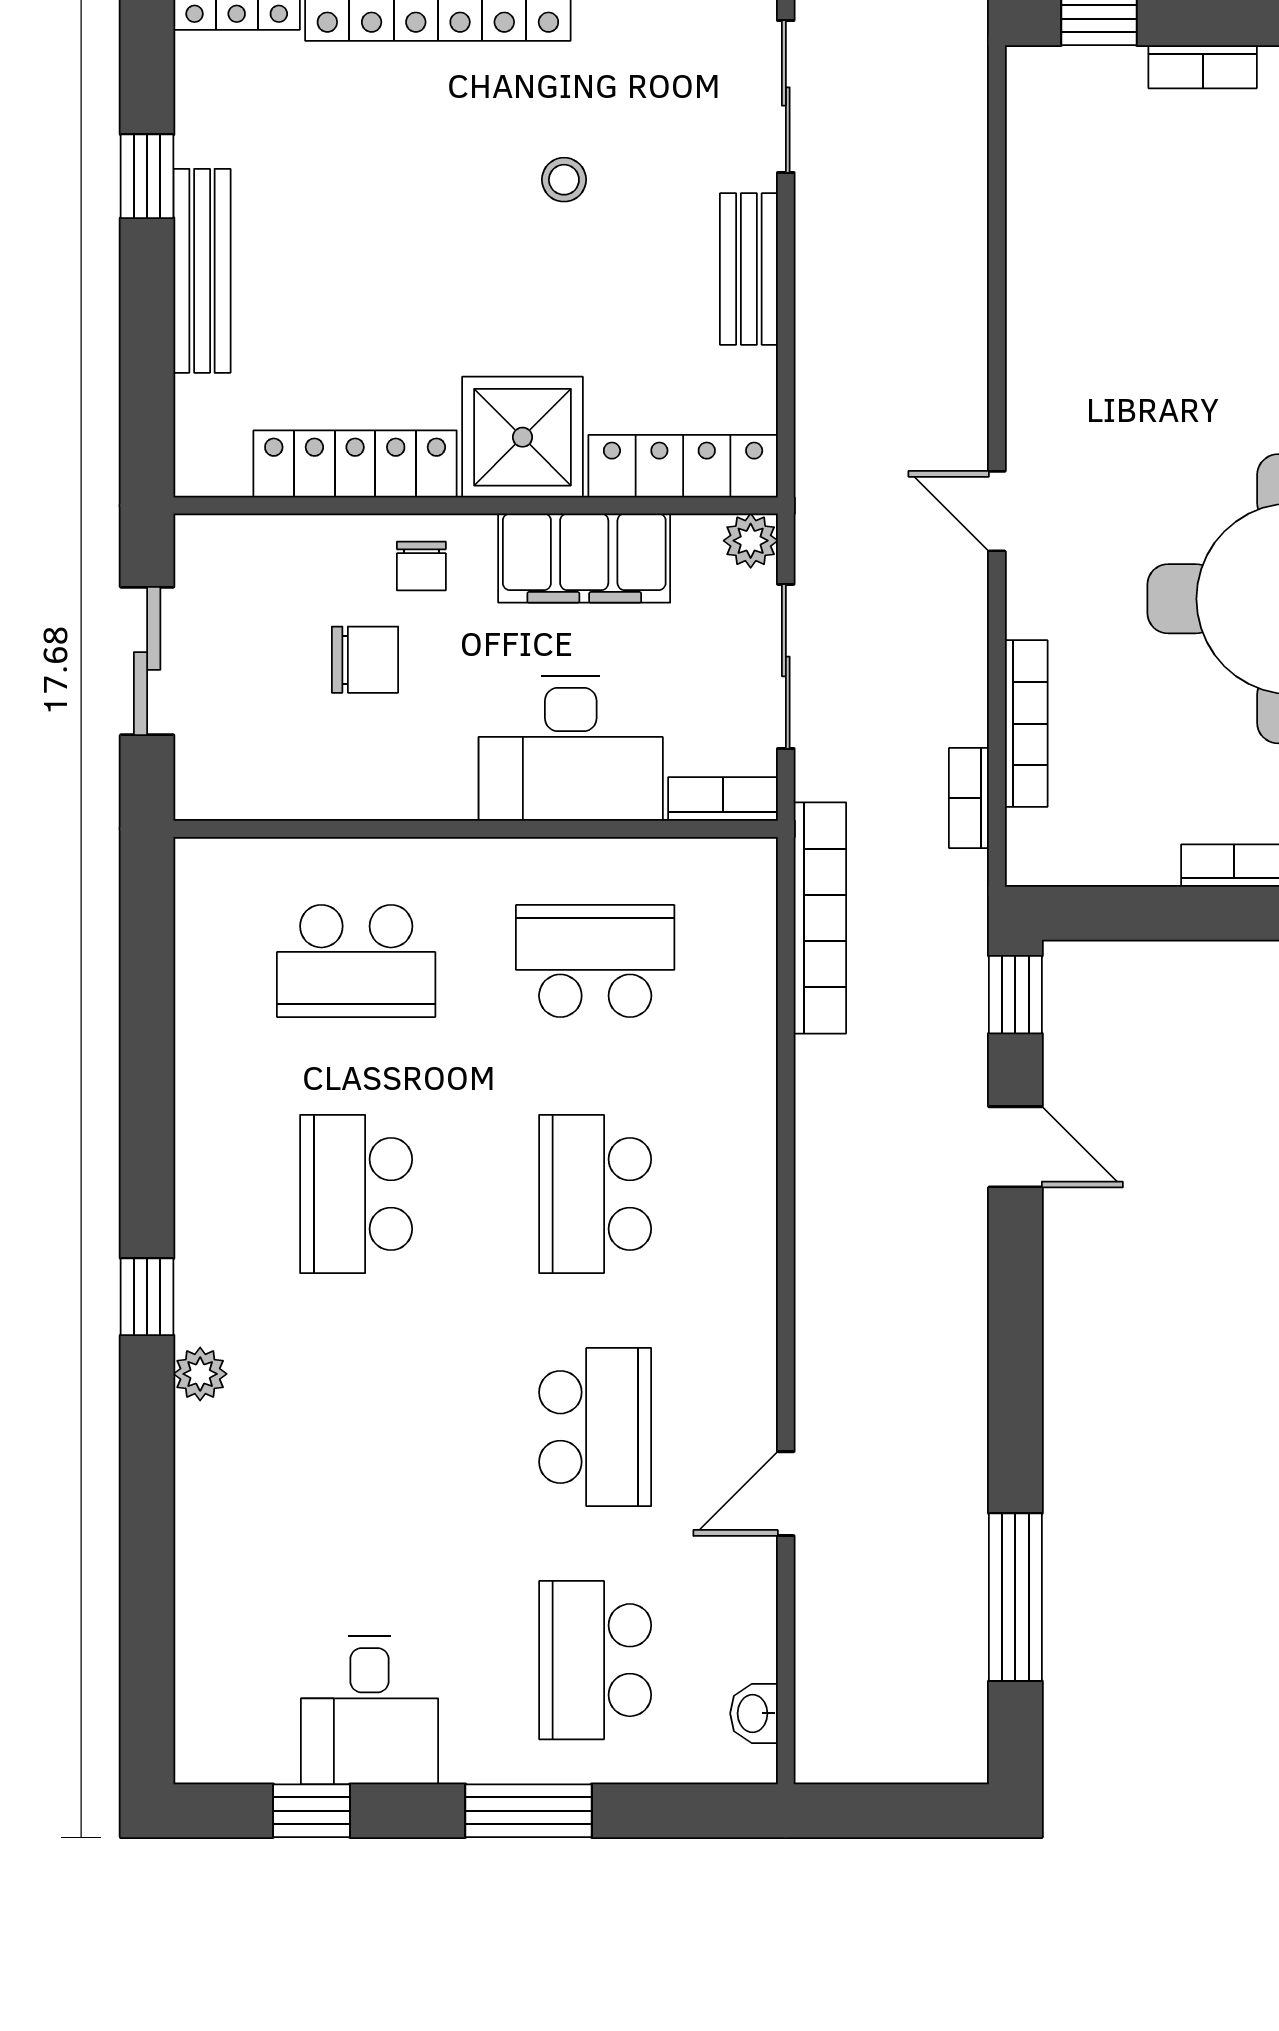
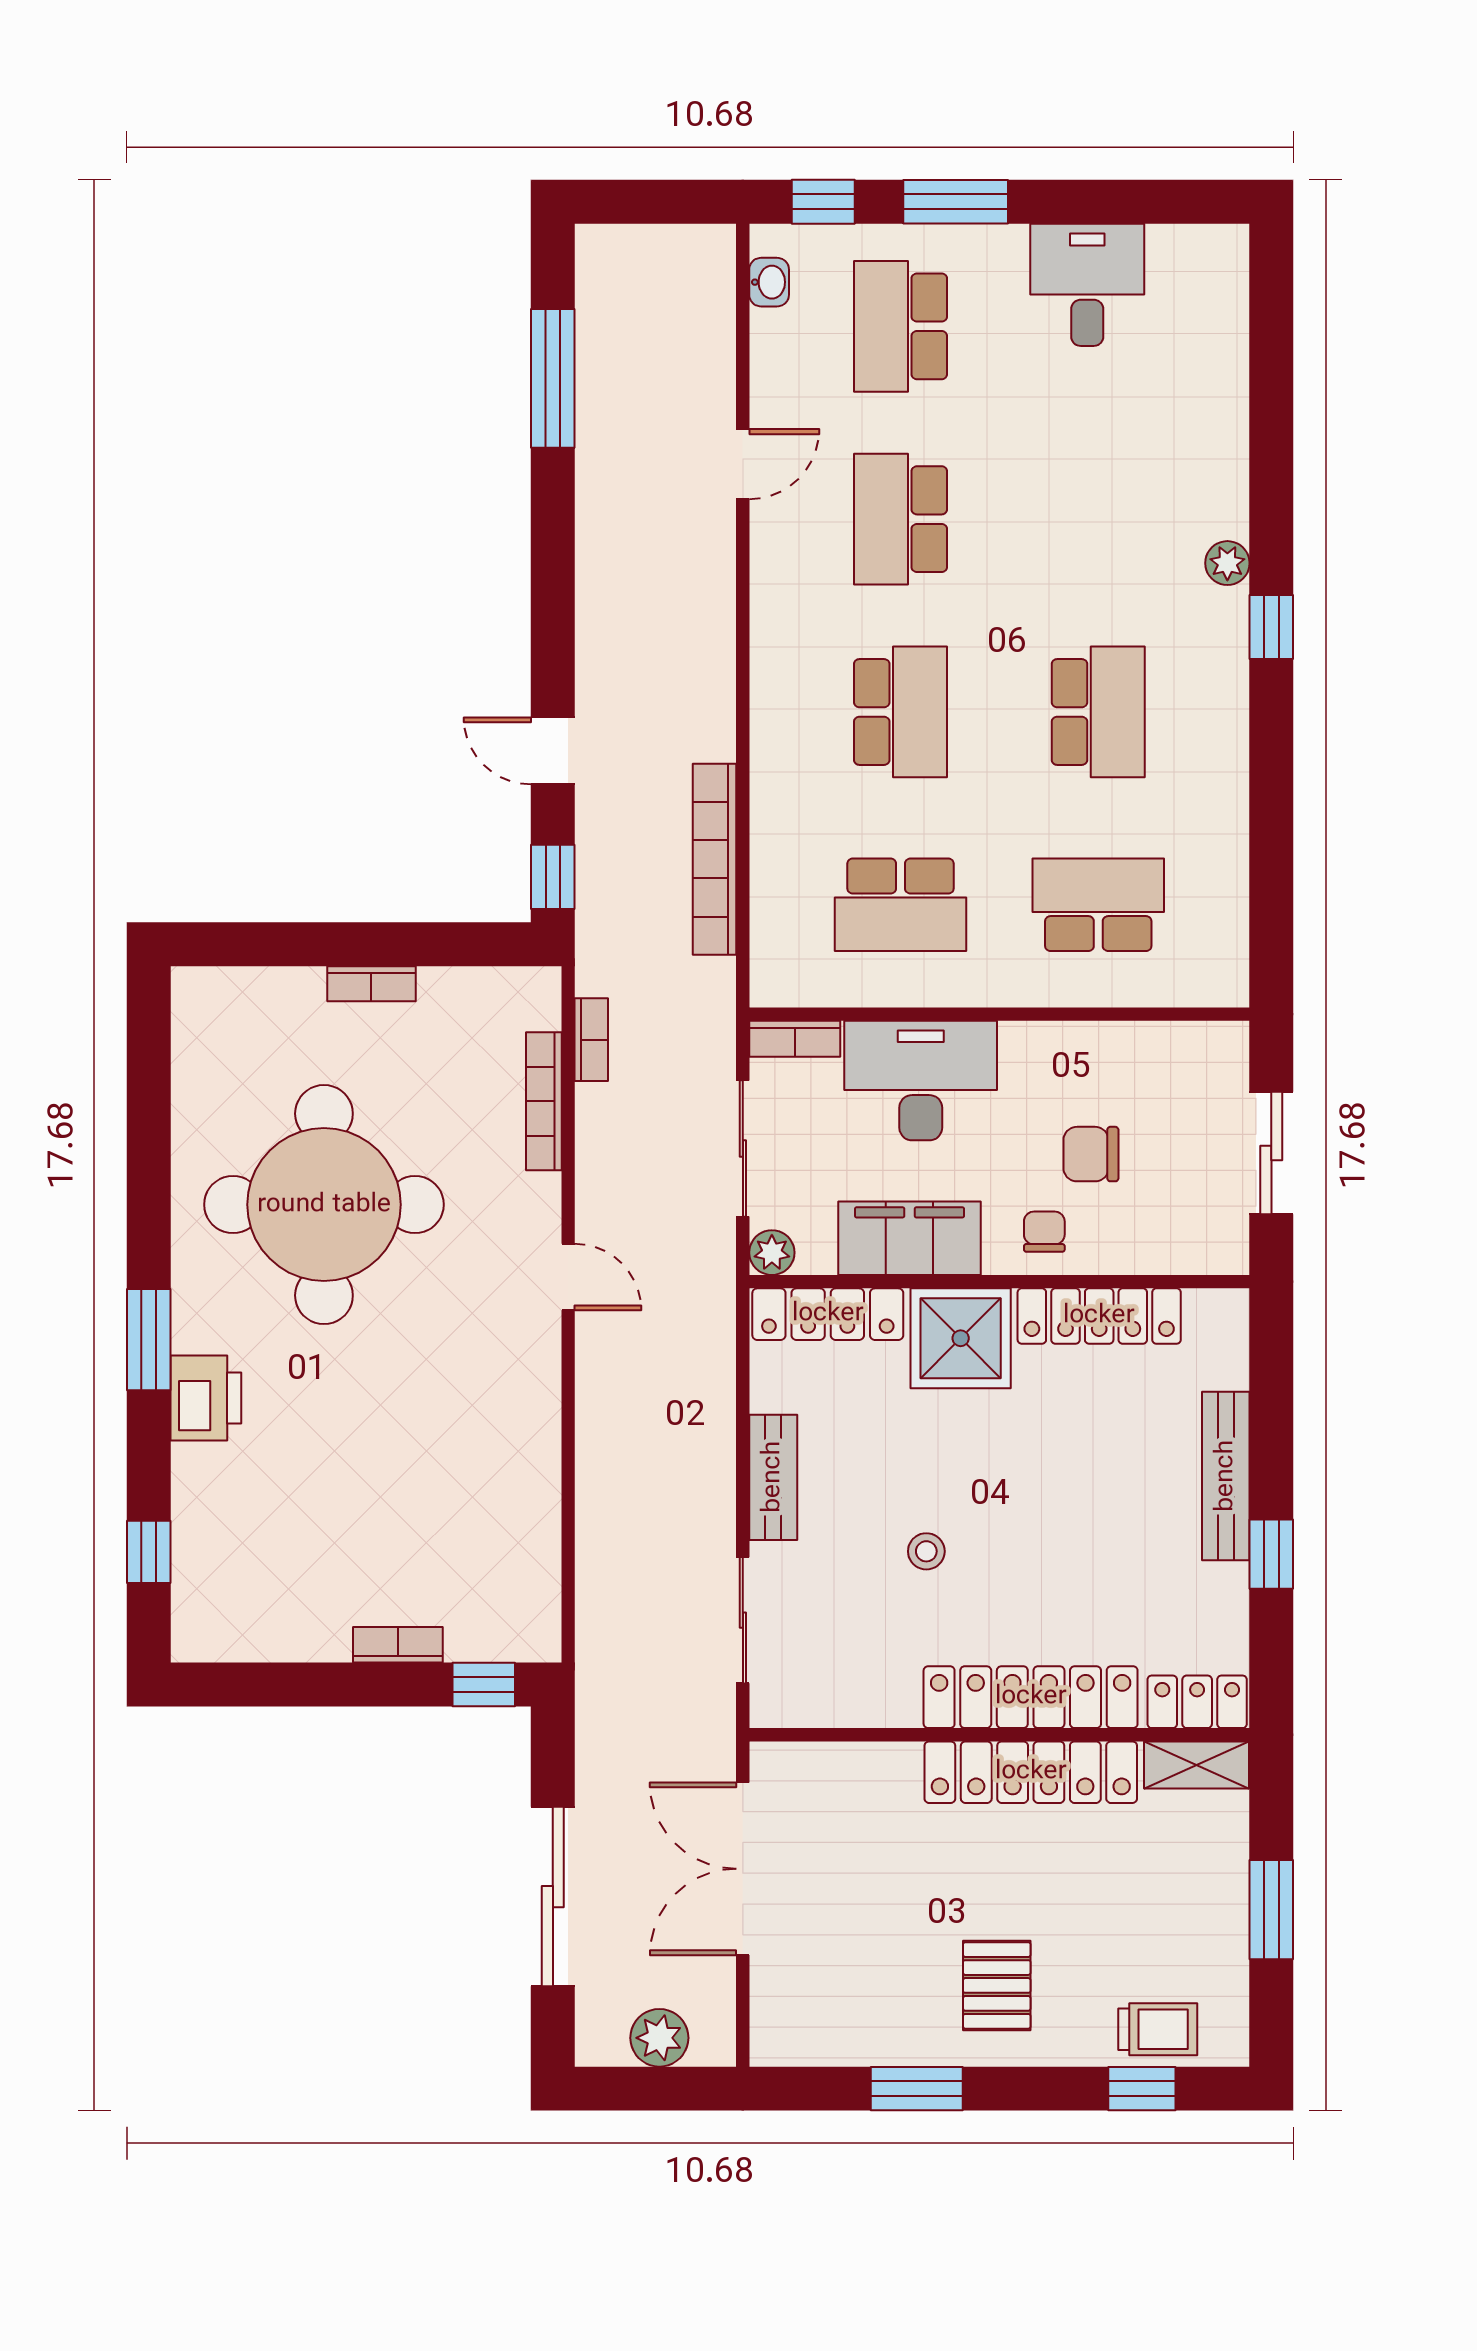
bookcase: (820, 918) -> (715, 859), moved
school desk: (595, 1660) -> (901, 326), turned 180
window: (312, 1811) -> (823, 202), moved

